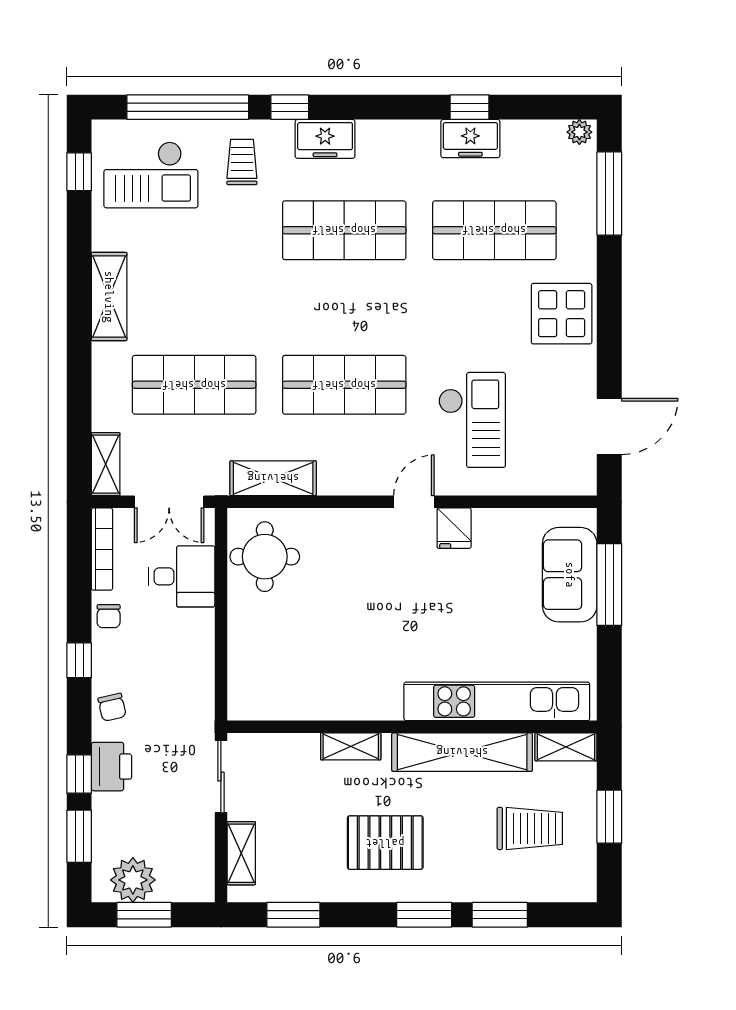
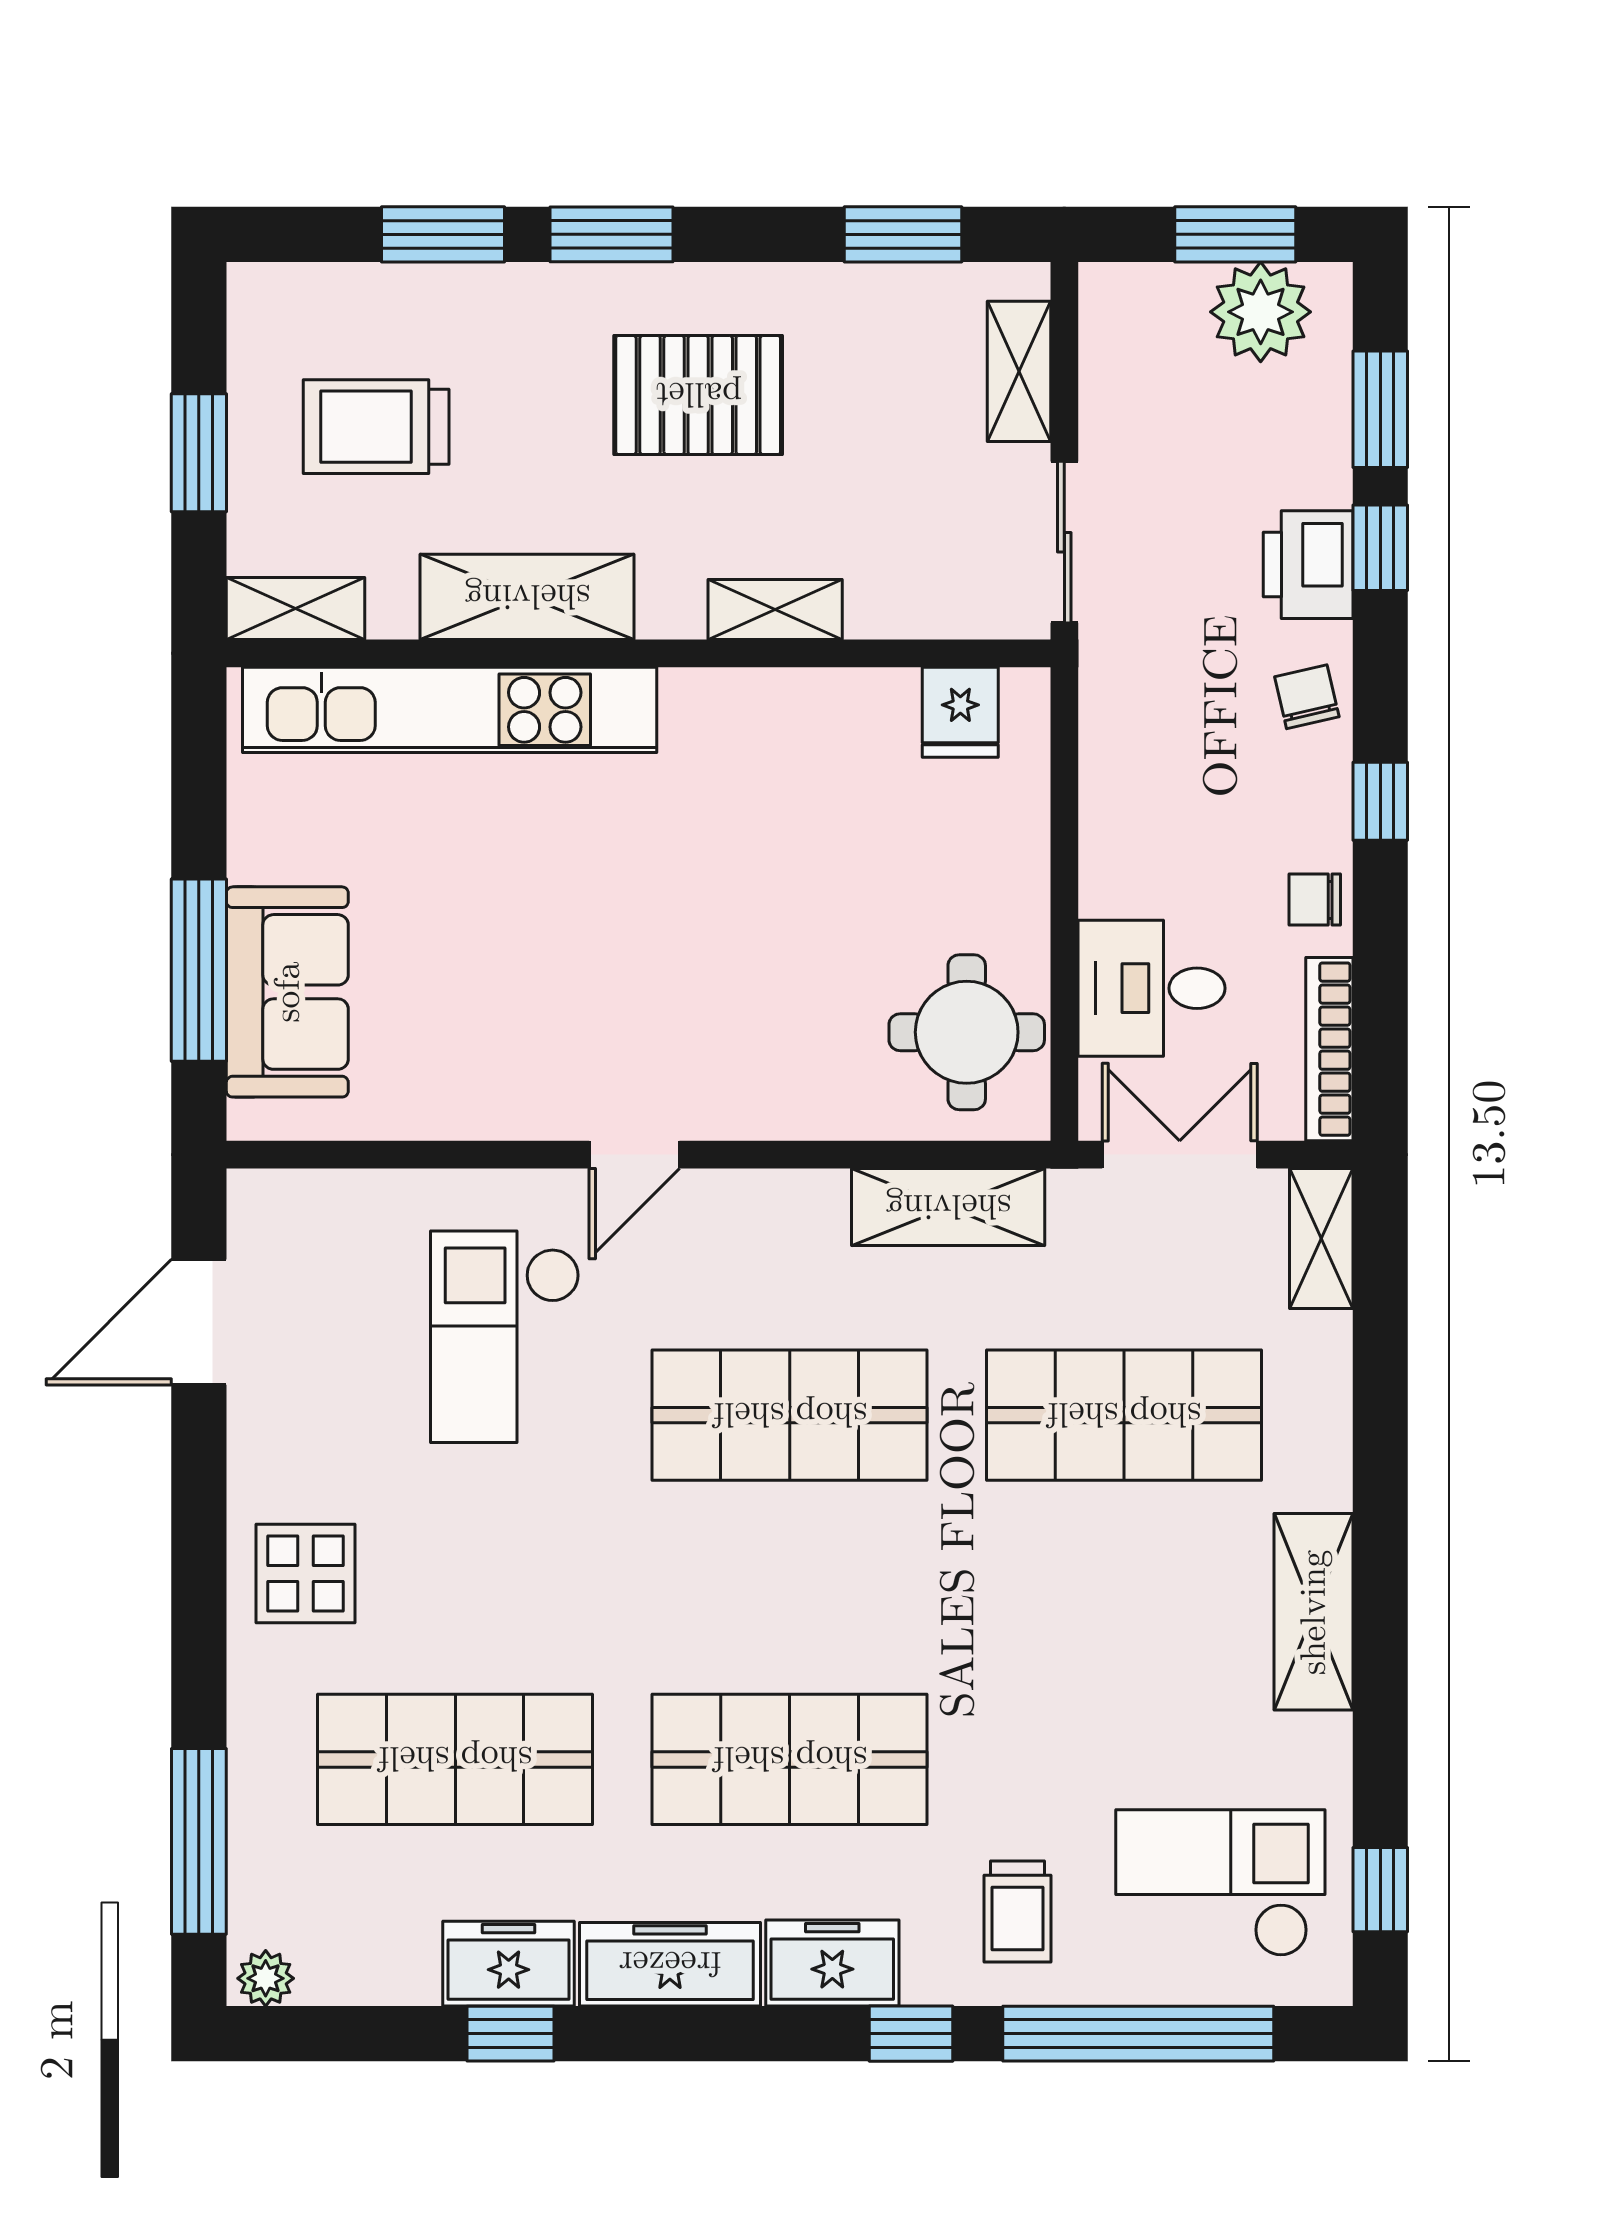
freezer: (398, 138) -> (670, 1964), added
display table: (562, 314) -> (305, 1573), width x0.73, depth x0.73
fridge: (454, 528) -> (960, 712), moved, turned 180
chair: (109, 616) -> (1315, 900), turned -90
shelving: (462, 752) -> (527, 597), width x0.68

